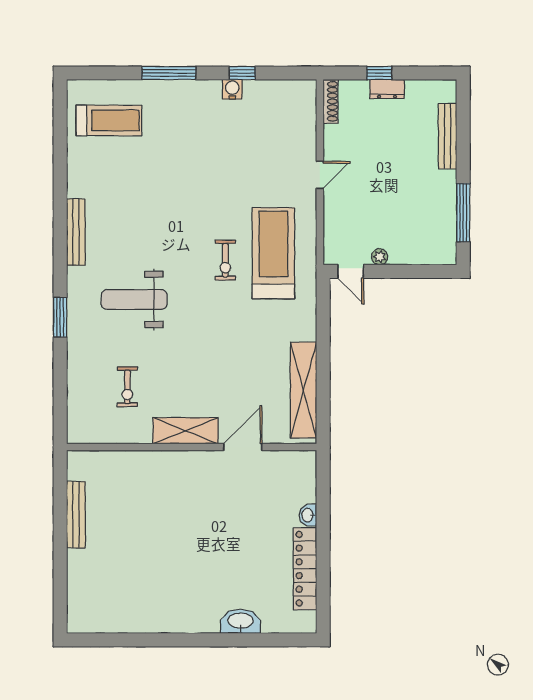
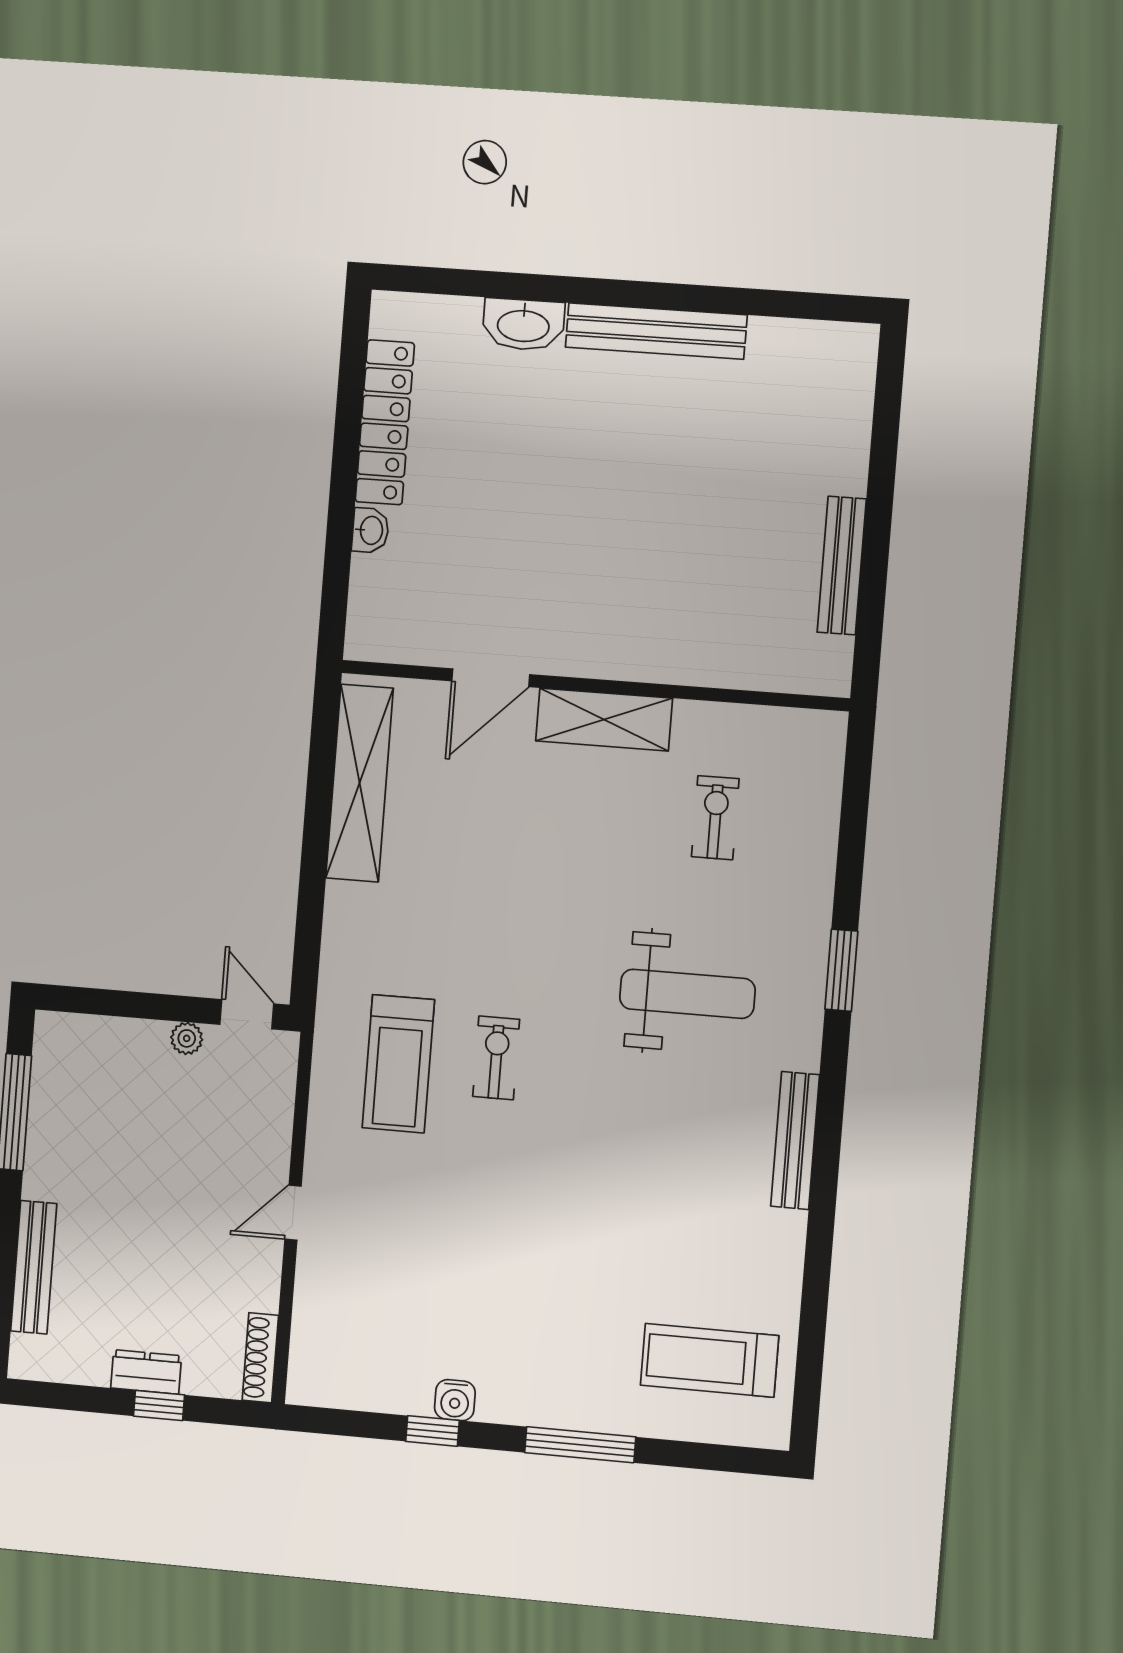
treadmill: (273, 253) -> (398, 1064), width x0.73, depth x0.73
bench: (175, 623) -> (656, 331), added

